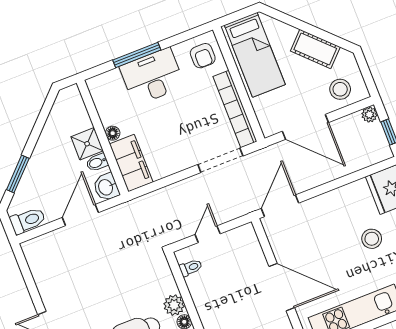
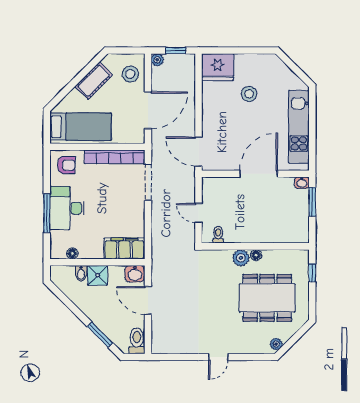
floor lamp: (113, 133) -> (72, 253), moved
bidet: (97, 162) -> (81, 273), moved

